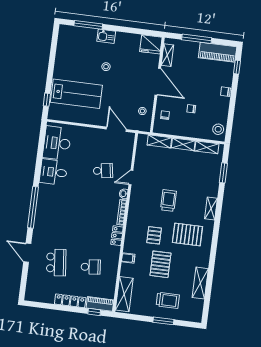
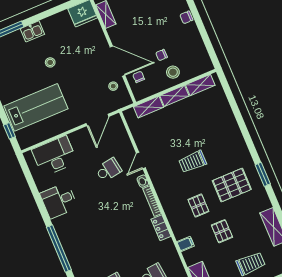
door: (158, 82) -> (117, 61), moved
door: (116, 129) -> (97, 120), swing flipped
stool: (218, 129) -> (173, 72), moved
desk: (57, 143) -> (54, 156), moved, turned 90
window: (223, 173) -> (263, 174), moved
trolley: (169, 200) -> (193, 162), turned -90
shelving: (211, 209) -> (240, 145), removed
pallet: (160, 264) -> (222, 231), width x0.67, depth x0.71

